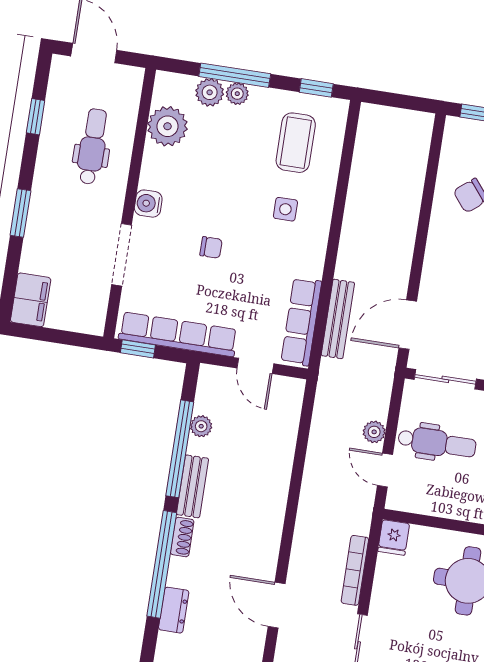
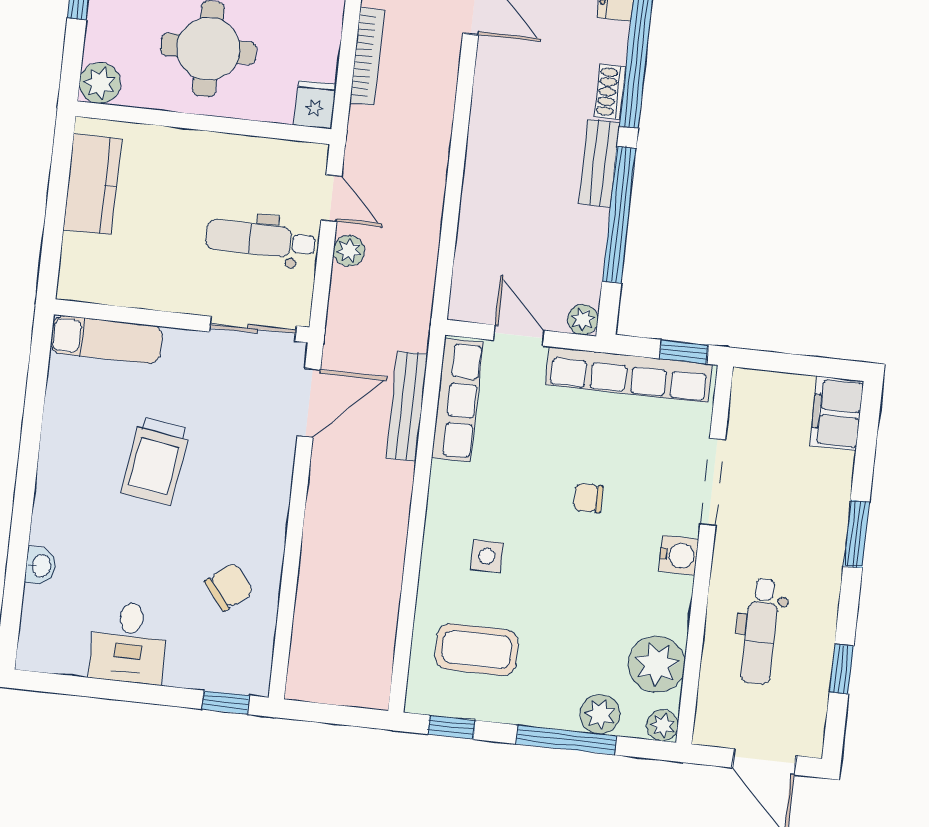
plant: (237, 94) -> (663, 725), moved
coffee table: (296, 143) -> (477, 650), turned 90
plant: (201, 426) -> (583, 320), moved

